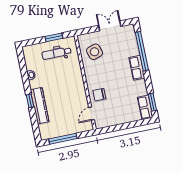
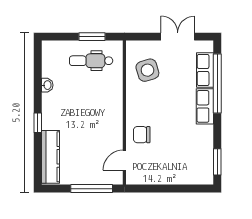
kitchen counter: (40, 106) -> (50, 157), moved
row of seats: (145, 107) -> (205, 70), moved
window: (63, 139) -> (92, 189), moved

